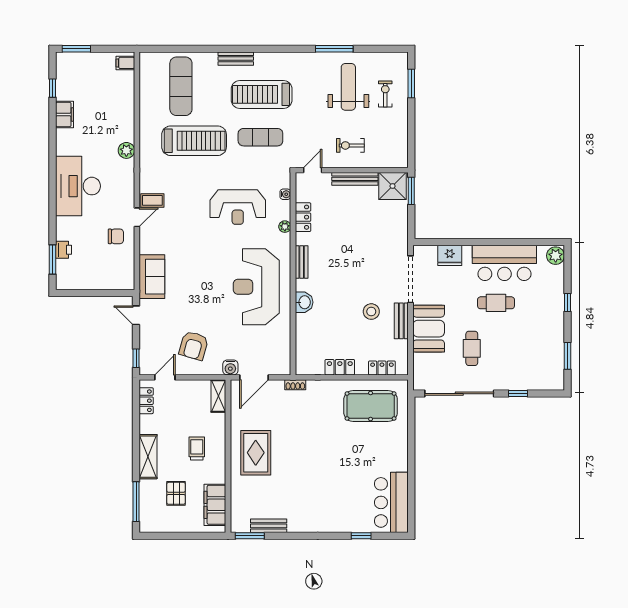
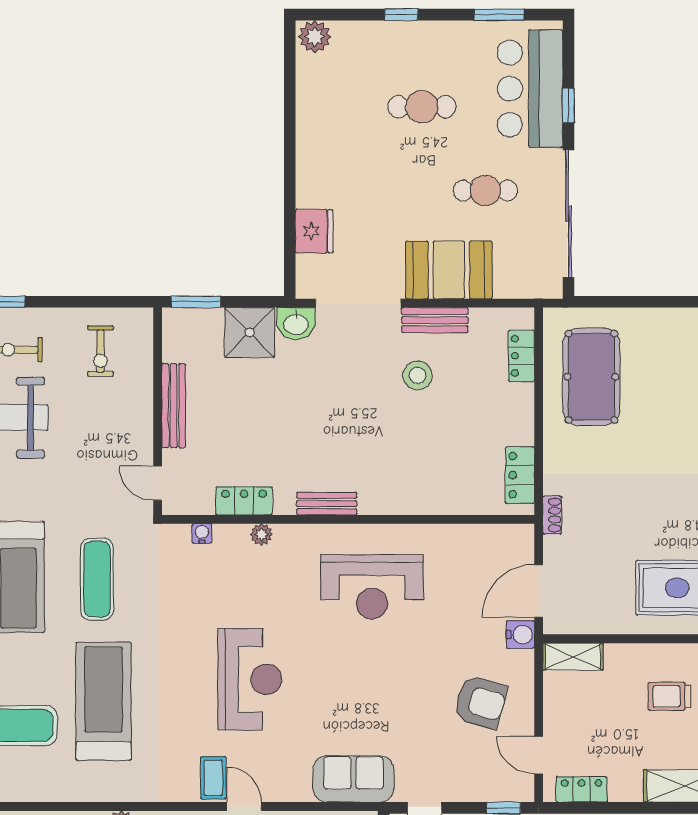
exercise bike: (350, 145) -> (101, 351), moved
shower: (393, 186) -> (250, 332), moved
reception desk: (238, 207) -> (250, 679), moved
bar counter: (504, 263) -> (530, 89), moved, turned 180
reception desk: (256, 287) -> (372, 587), width x0.74, depth x0.77
washbasin: (304, 302) -> (296, 324), moved, turned 180
cafe table: (496, 303) -> (422, 107), moved, turned 90
locker: (340, 367) -> (520, 475), moved
door: (254, 377) -> (539, 591), swing flipped

